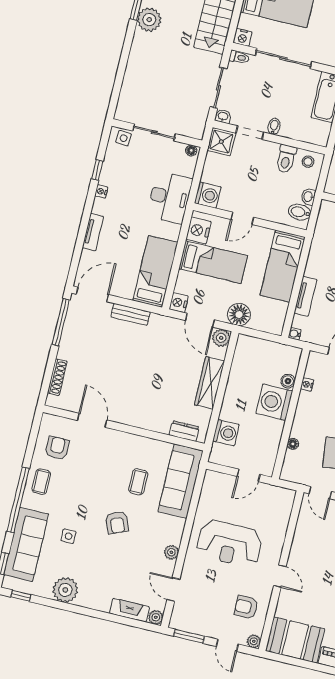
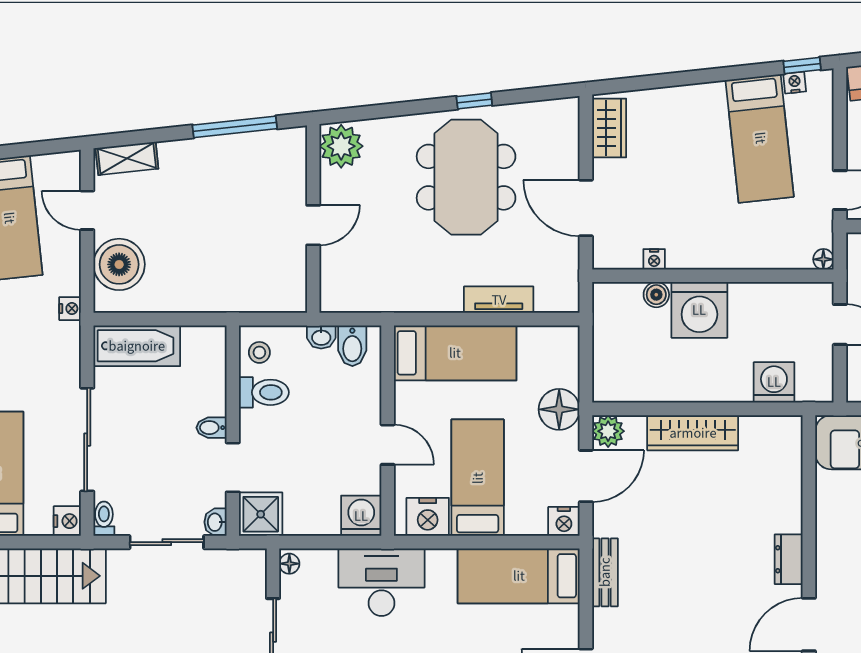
bench: (131, 314) -> (605, 572), moved
water cooler: (295, 334) -> (570, 303), removed
dresser: (184, 431) -> (789, 559), moved
floor lamp: (293, 444) -> (823, 259), moved

